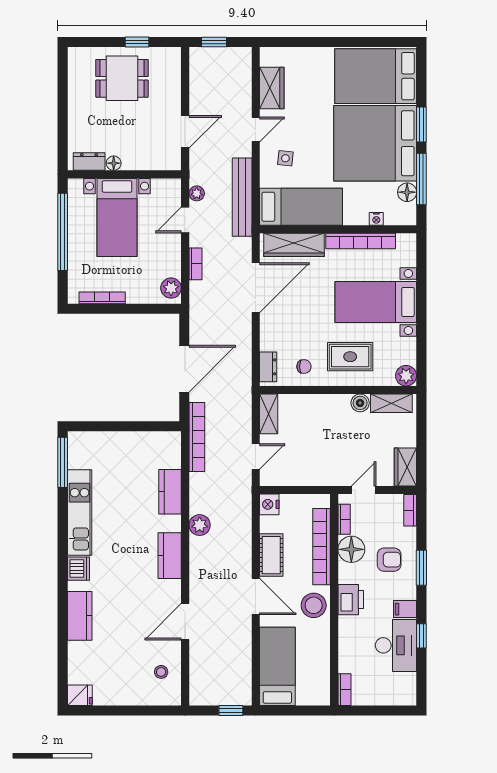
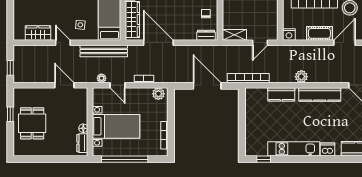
door: (256, 457) -> (260, 43), swing flipped
window: (63, 462) -> (264, 159), width x0.46
kitchen counter: (170, 556) -> (320, 95), width x1.50

